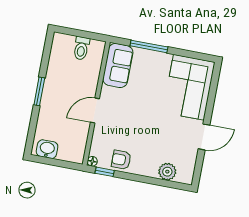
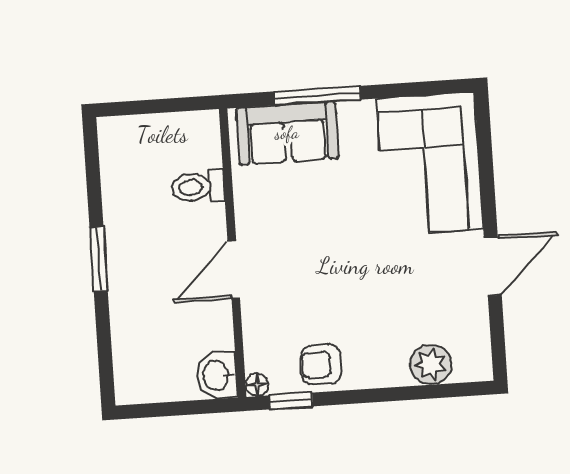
toilet: (81, 48) -> (198, 187), moved, turned 90
sofa: (118, 66) -> (287, 133), moved, turned 90
washbasin: (47, 149) -> (217, 376), moved, turned -90

